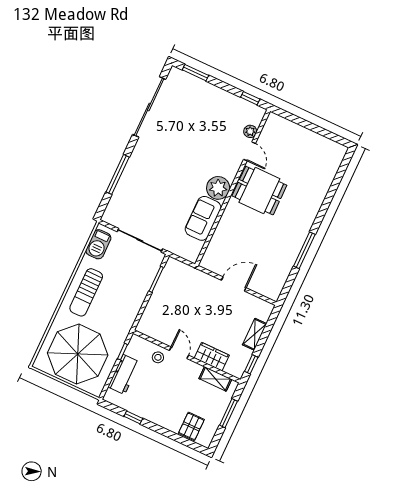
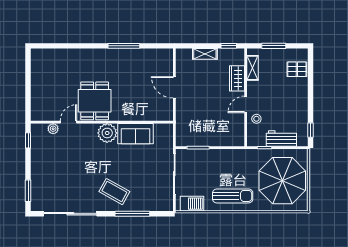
coffee table: (151, 166) -> (114, 192), added
window: (133, 417) -> (310, 130), moved

